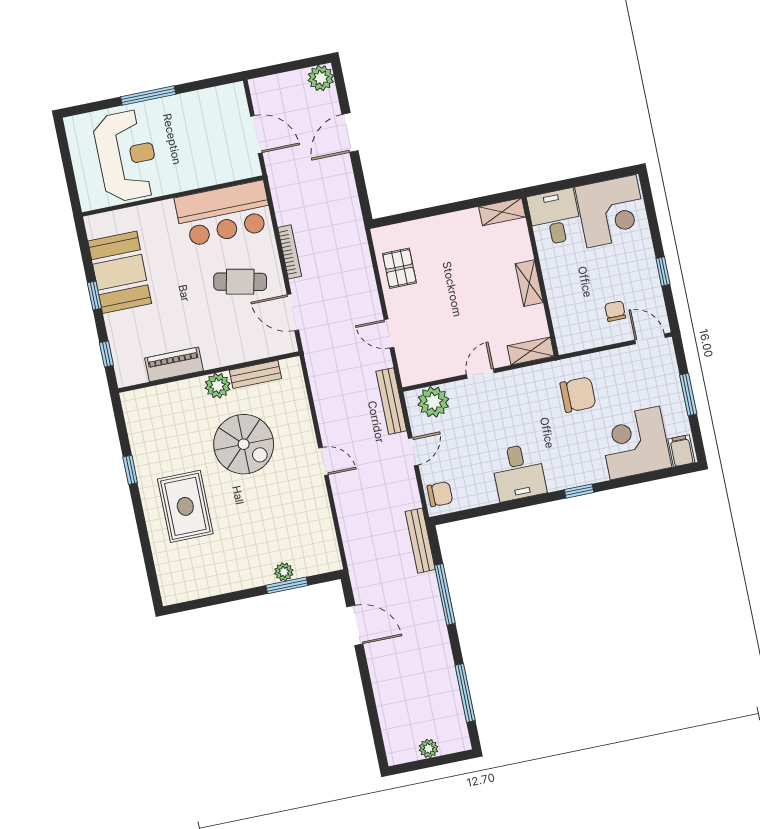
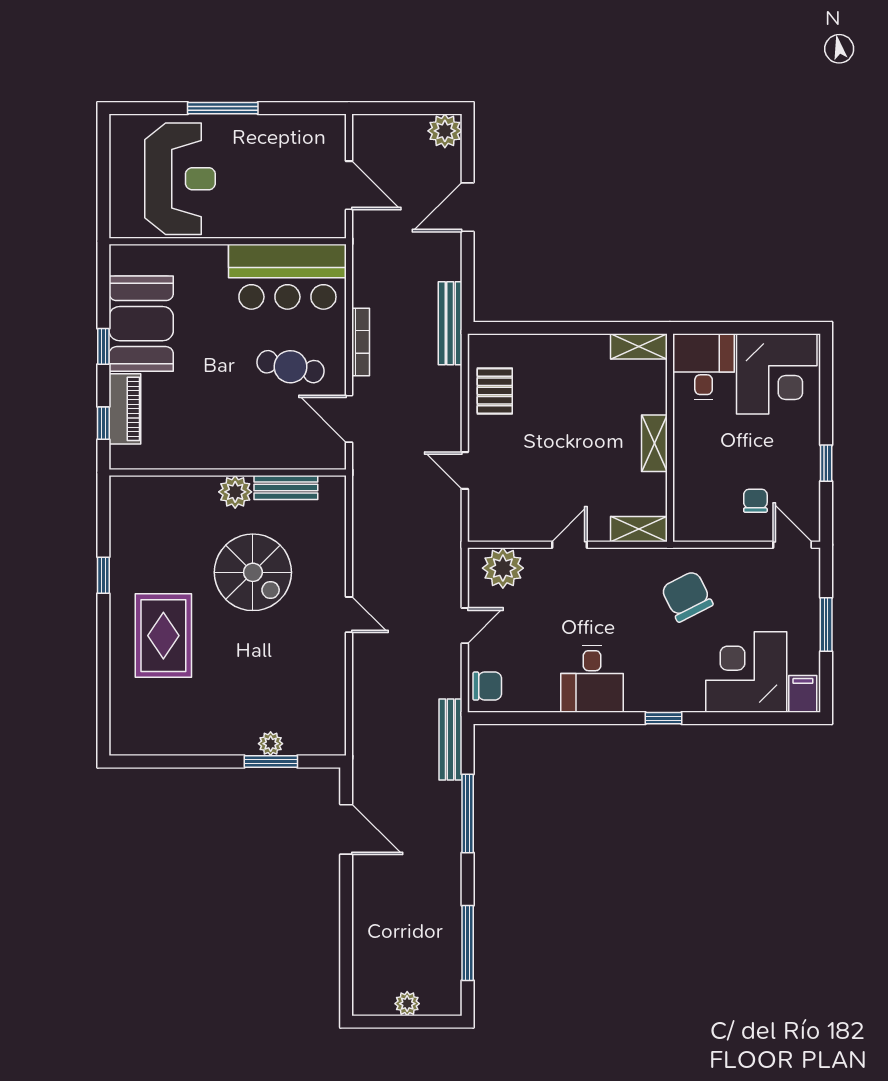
piano: (174, 364) -> (125, 409), moved, turned 90
chair: (578, 395) -> (687, 596), turned -117
bench: (391, 401) -> (450, 323), moved

